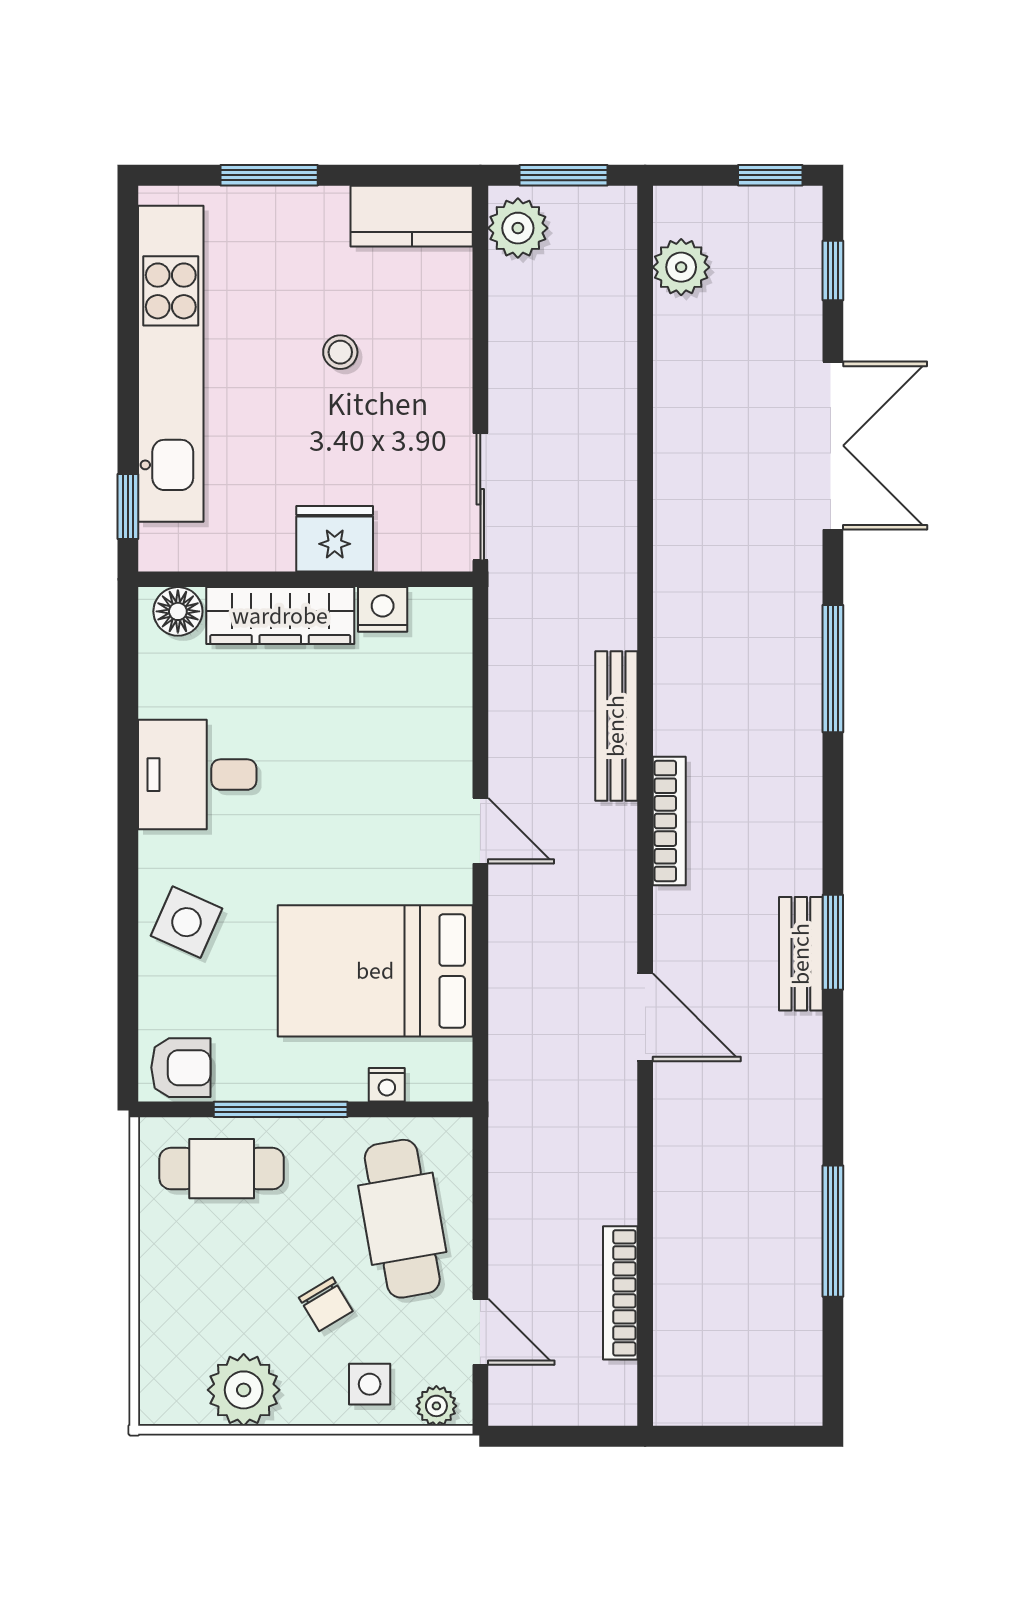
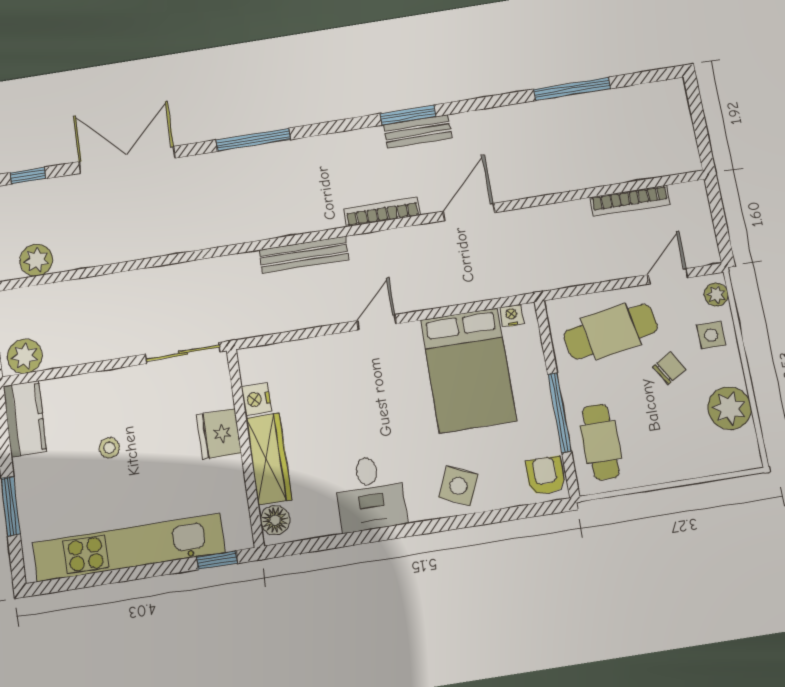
bookcase: (669, 821) -> (382, 212), moved
nightstand: (387, 1085) -> (512, 315), moved, turned -90

